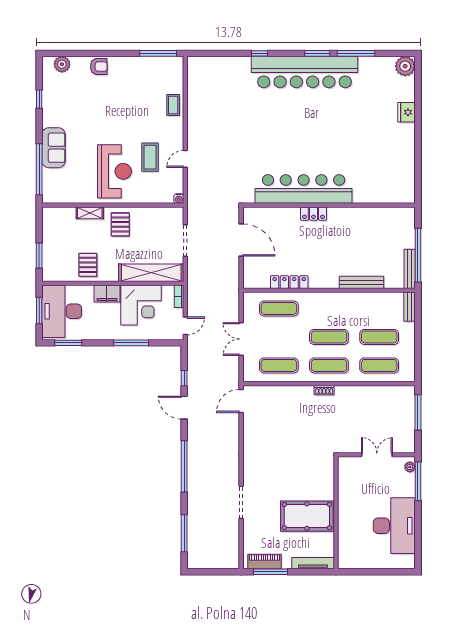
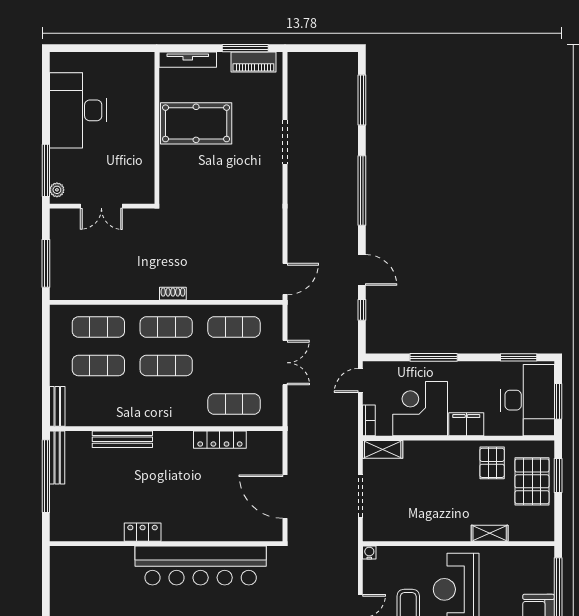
locker: (313, 214) -> (143, 532), moved
pallet: (120, 224) -> (532, 481), moved, width x1.50, depth x1.42
shelving: (151, 273) -> (383, 449), width x0.45, depth x0.75

